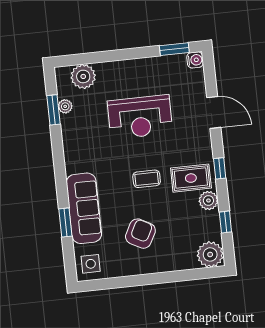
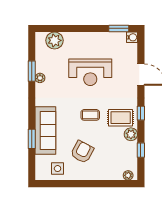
plant: (65, 106) -> (40, 78), moved
window: (53, 110) -> (32, 71), moved
plant: (210, 254) -> (128, 175), width x0.53, depth x0.53
side table: (91, 264) -> (58, 169), moved

